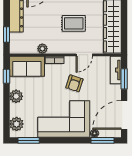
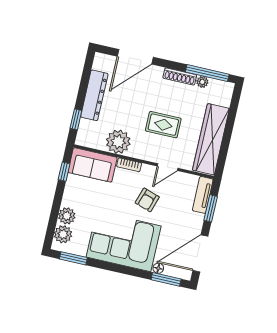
plant: (42, 49) -> (118, 142), width x1.88, depth x1.88
plant: (16, 96) -> (67, 216), moved

